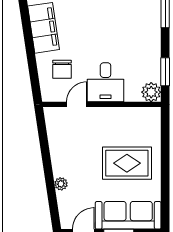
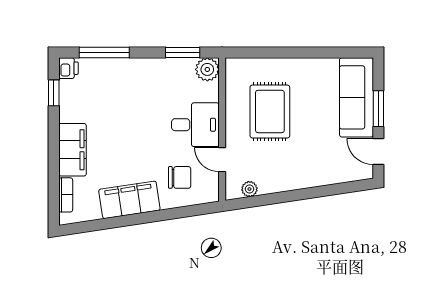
rug: (127, 163) -> (270, 111), moved
plant: (61, 184) -> (249, 189), moved

